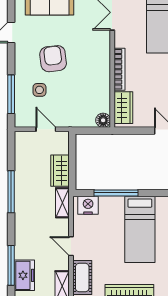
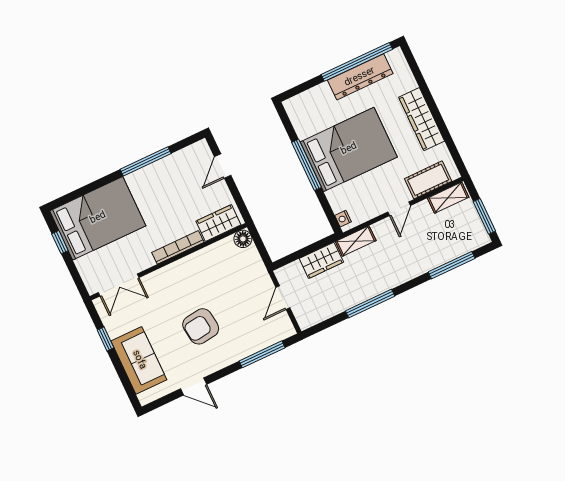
side table: (39, 90) -> (242, 325), removed
window: (116, 193) -> (307, 165), moved
nightstand: (88, 205) -> (343, 219), width x0.53, depth x0.56
bed: (140, 229) -> (349, 149), width x1.50
freezer: (24, 275) -> (456, 245), removed

